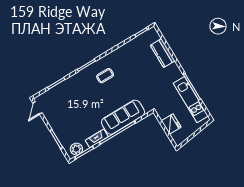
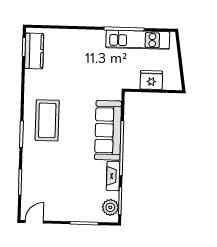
kitchen counter: (163, 53) -> (34, 51), moved, turned -90
coffee table: (105, 76) -> (47, 120), width x1.86, depth x1.72
door: (37, 108) -> (34, 222), swing flipped

